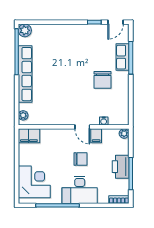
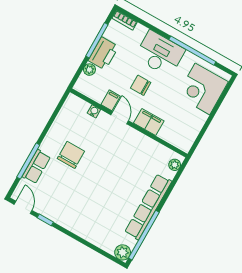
door: (116, 22) -> (23, 207), hinge flipped
plant: (124, 134) -> (89, 70), moved
filing cabinet: (29, 136) -> (149, 122), moved

